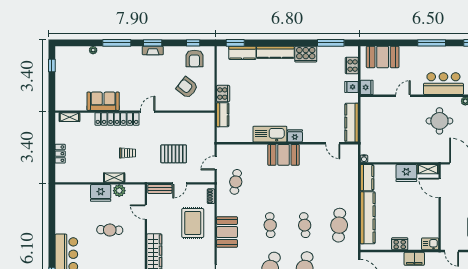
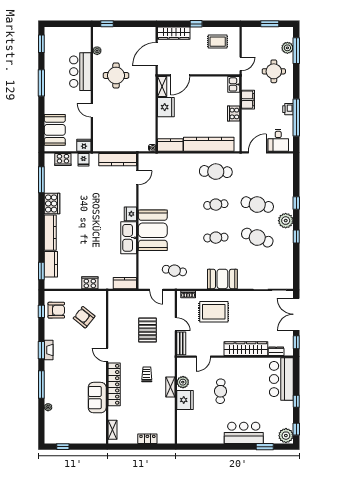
armchair: (187, 88) -> (84, 317), turned 91
kitchen counter: (223, 115) -> (125, 283), moved
booth: (283, 155) -> (153, 230), width x1.36, depth x1.42

